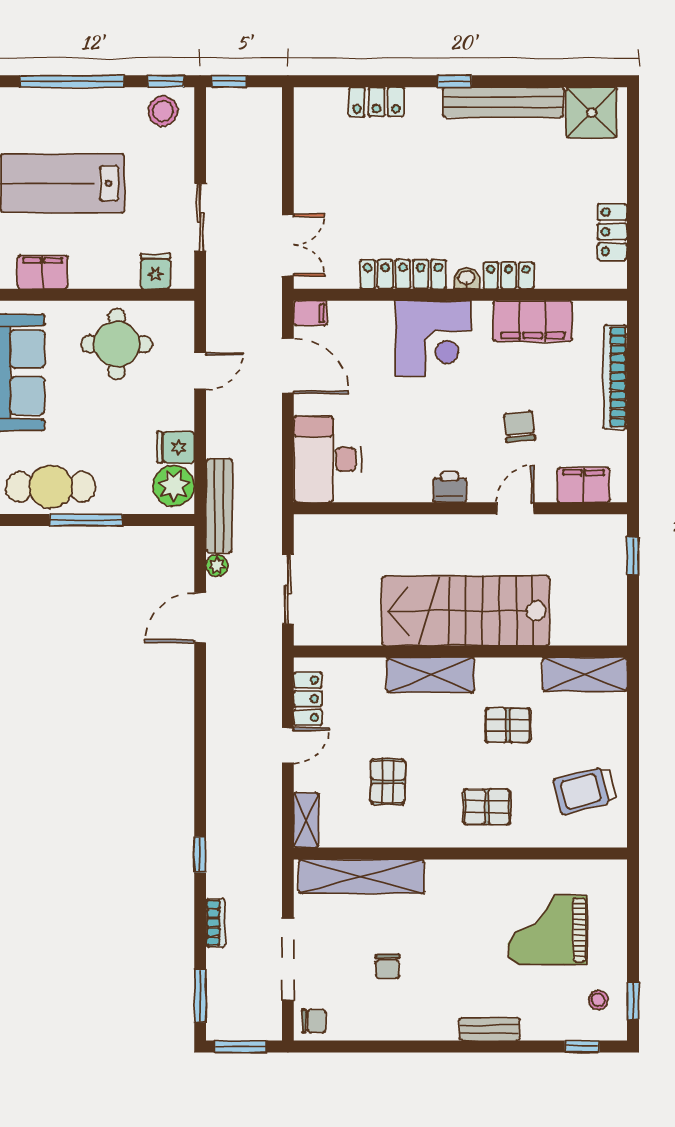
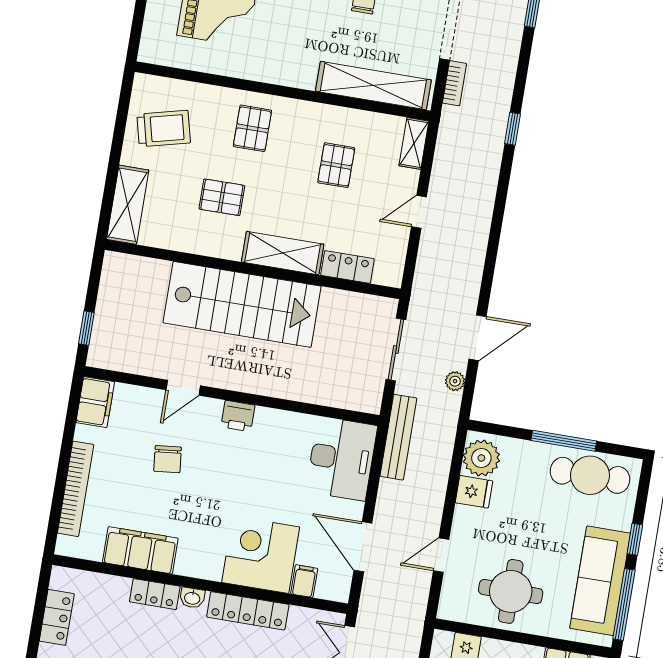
filing cabinet: (310, 313) -> (304, 581), moved, turned 90
corner desk: (433, 338) -> (261, 555), moved
filing cabinet: (584, 485) -> (95, 402), moved, turned -90
bench: (219, 506) -> (398, 437), moved
shelving: (585, 674) -> (128, 205), moved, turned 90
locker: (308, 699) -> (347, 267), moved, turned 90
pallet: (487, 807) -> (252, 128), turned 90
bookcase: (216, 923) -> (455, 83), moved, turned 180

